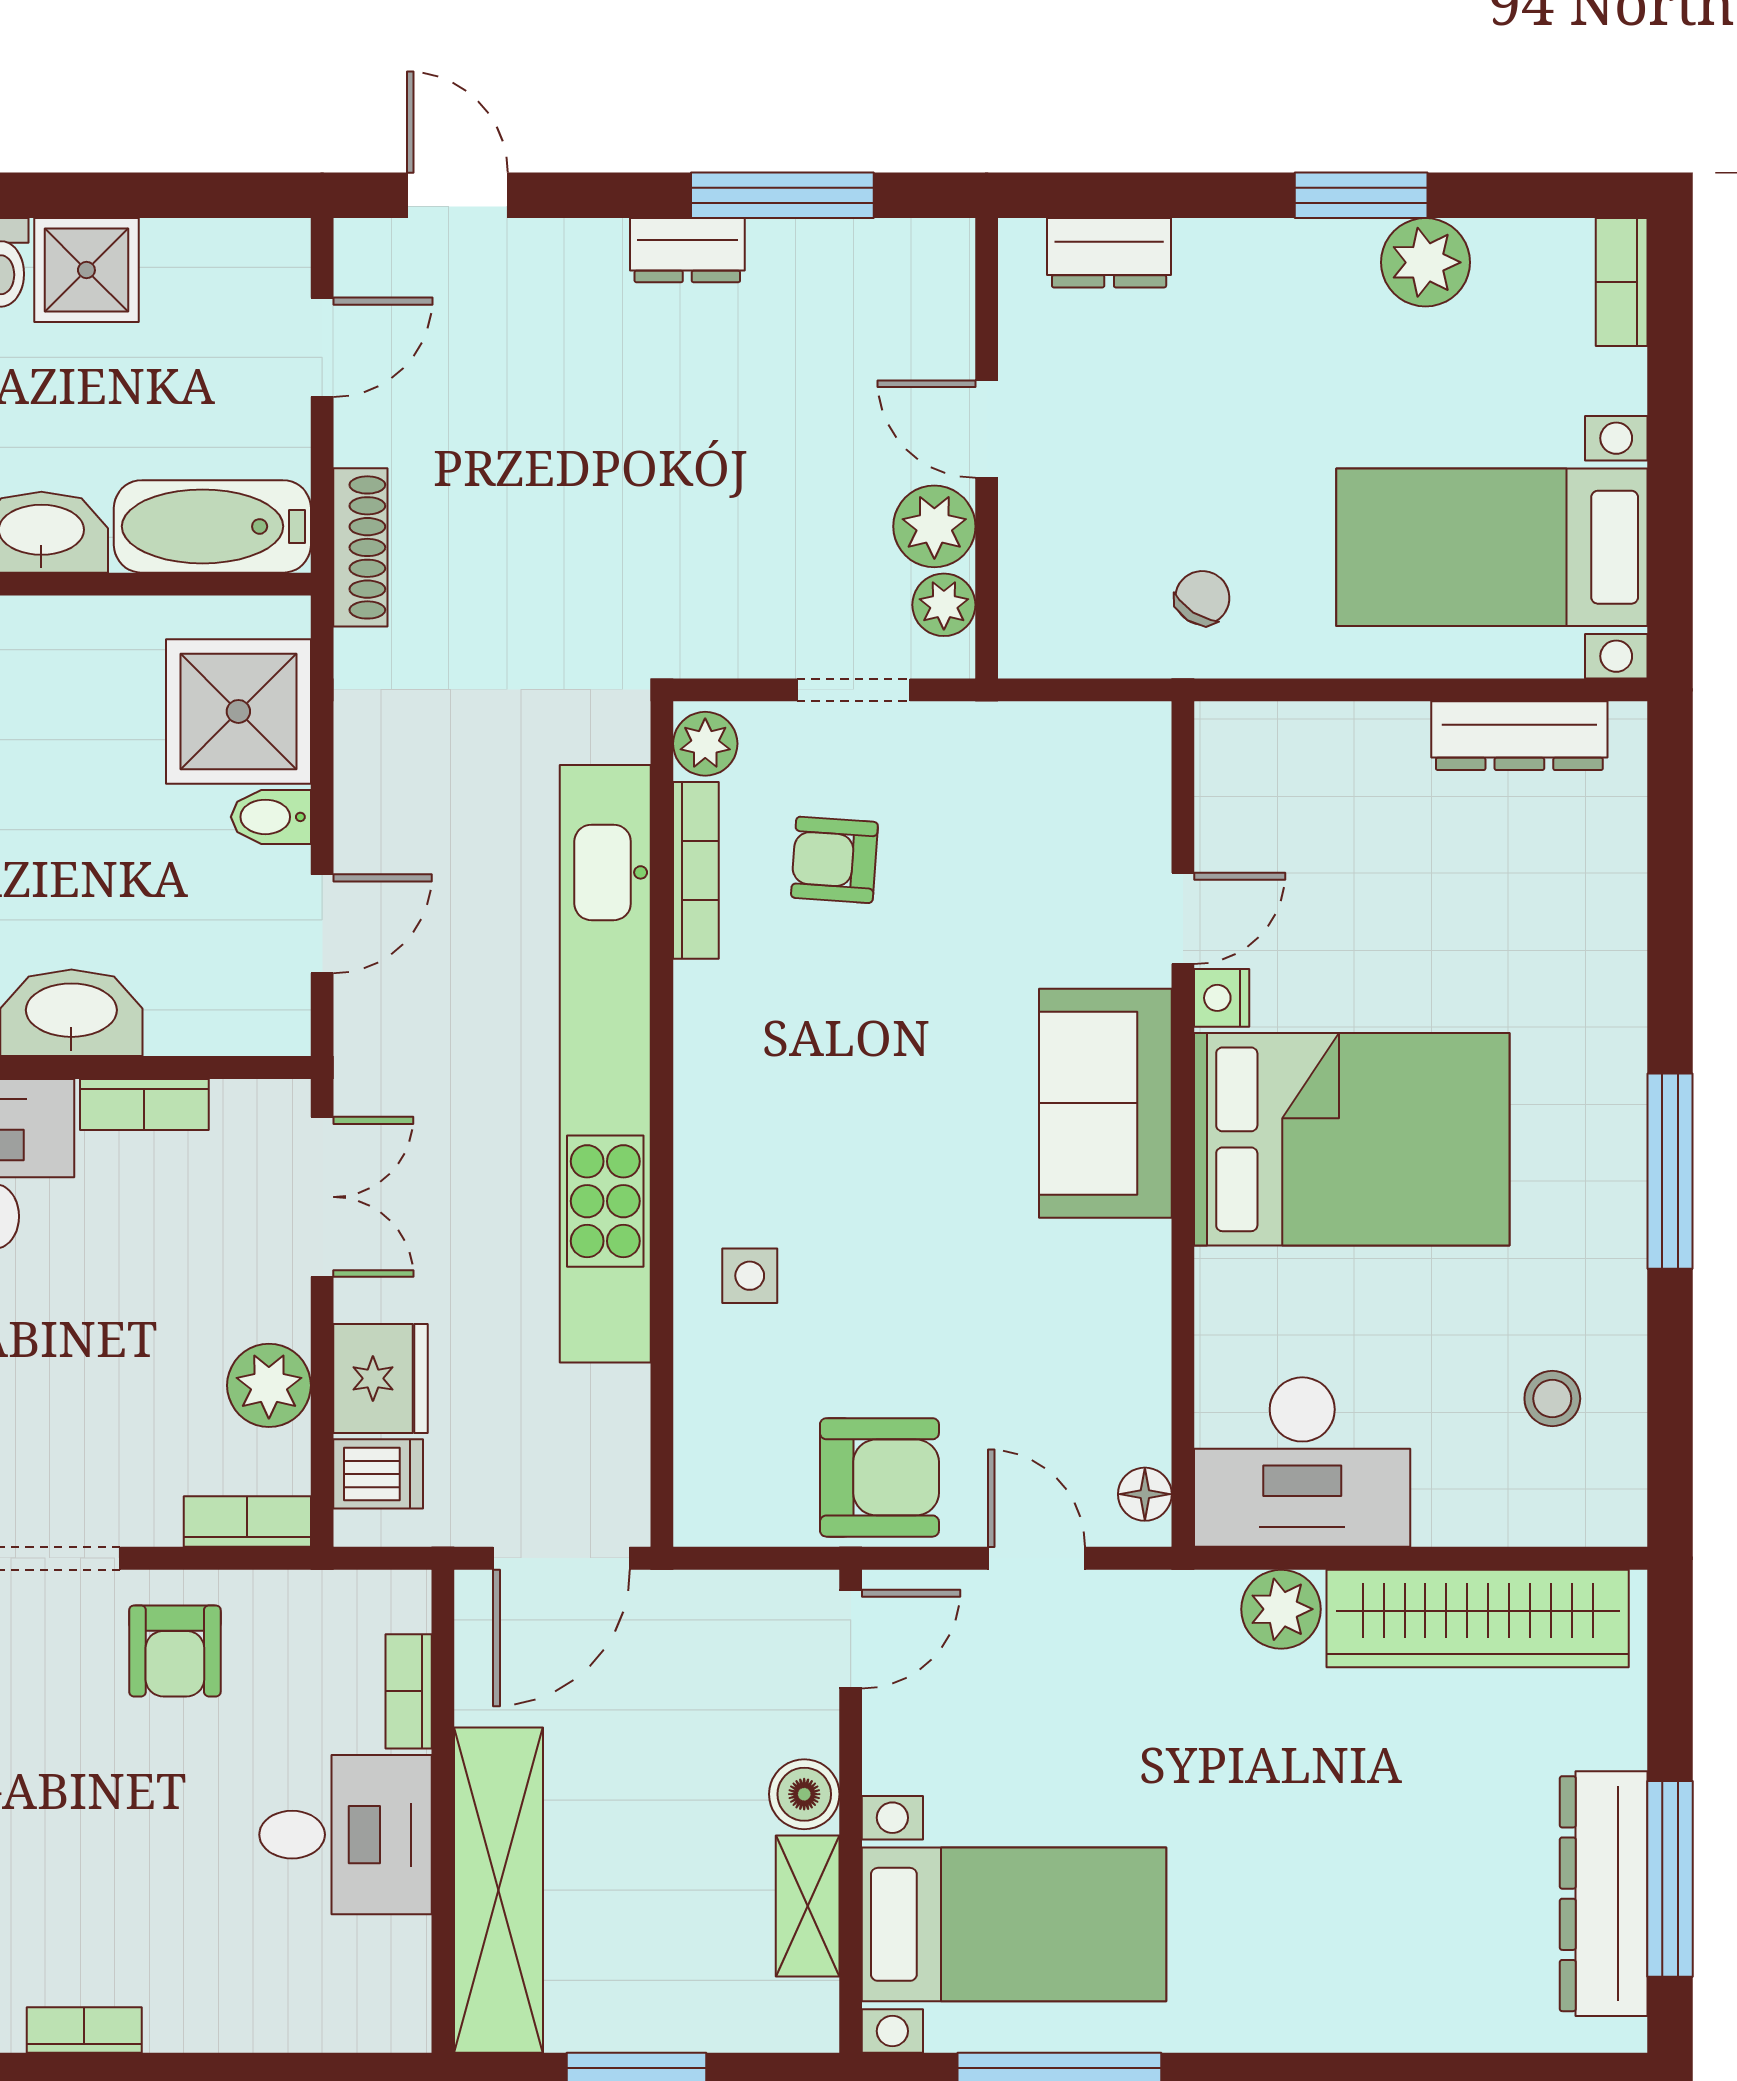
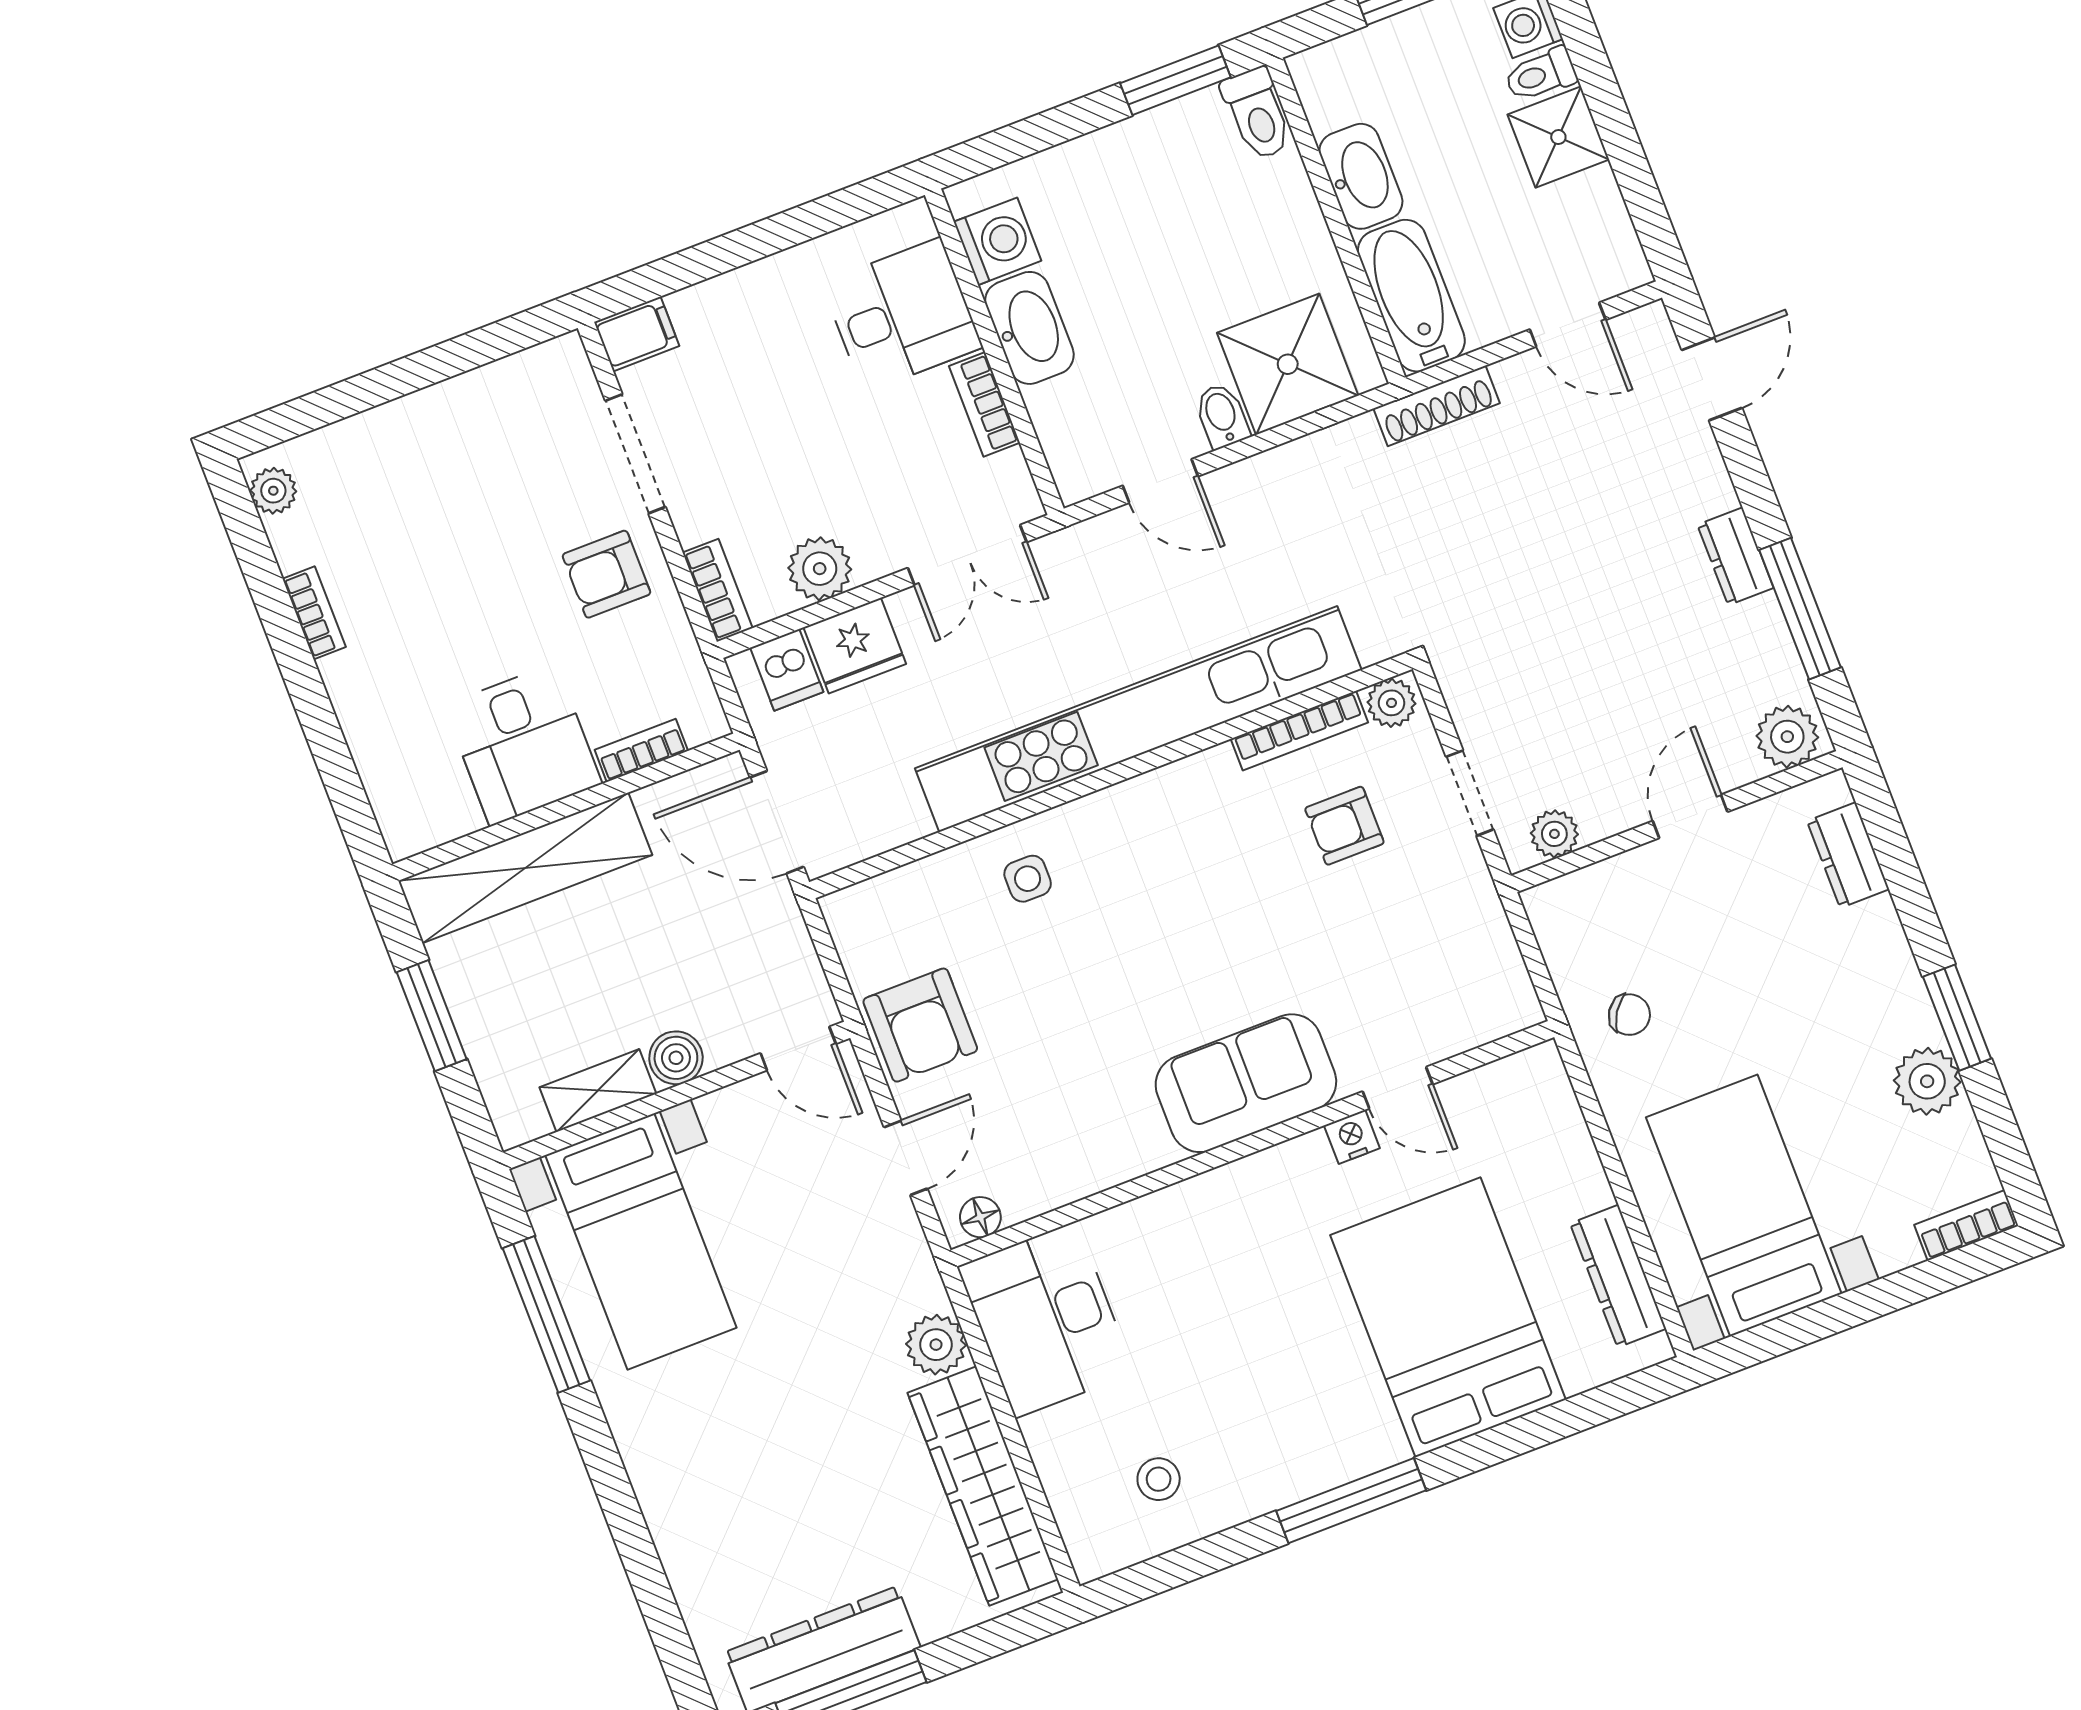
plant: (934, 526) -> (1787, 737), moved
armchair: (834, 860) -> (1344, 826), turned -94
bed: (1352, 1139) -> (1448, 1317), moved, turned 180

